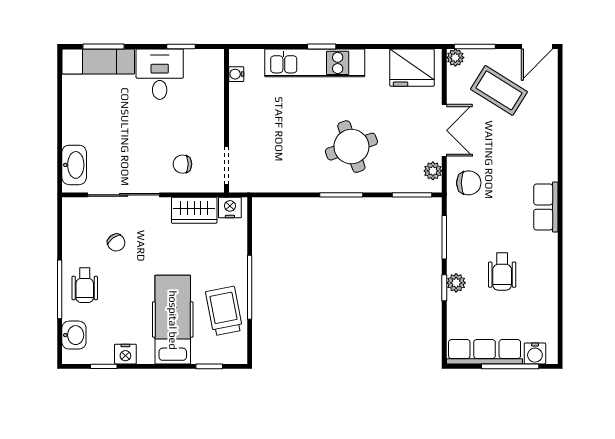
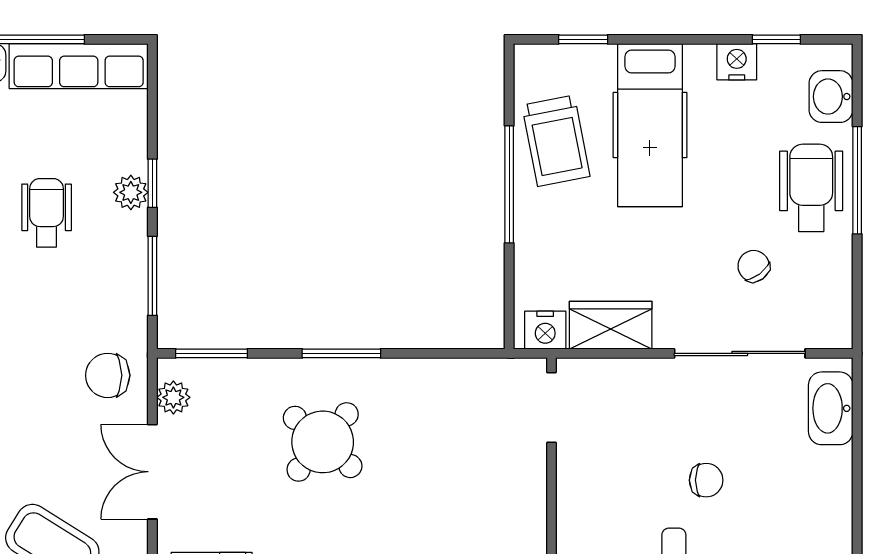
round table: (351, 147) -> (323, 442), turned -30
chair: (182, 164) -> (706, 480), moved
wheelchair: (85, 285) -> (811, 188), width x1.36, depth x1.37

